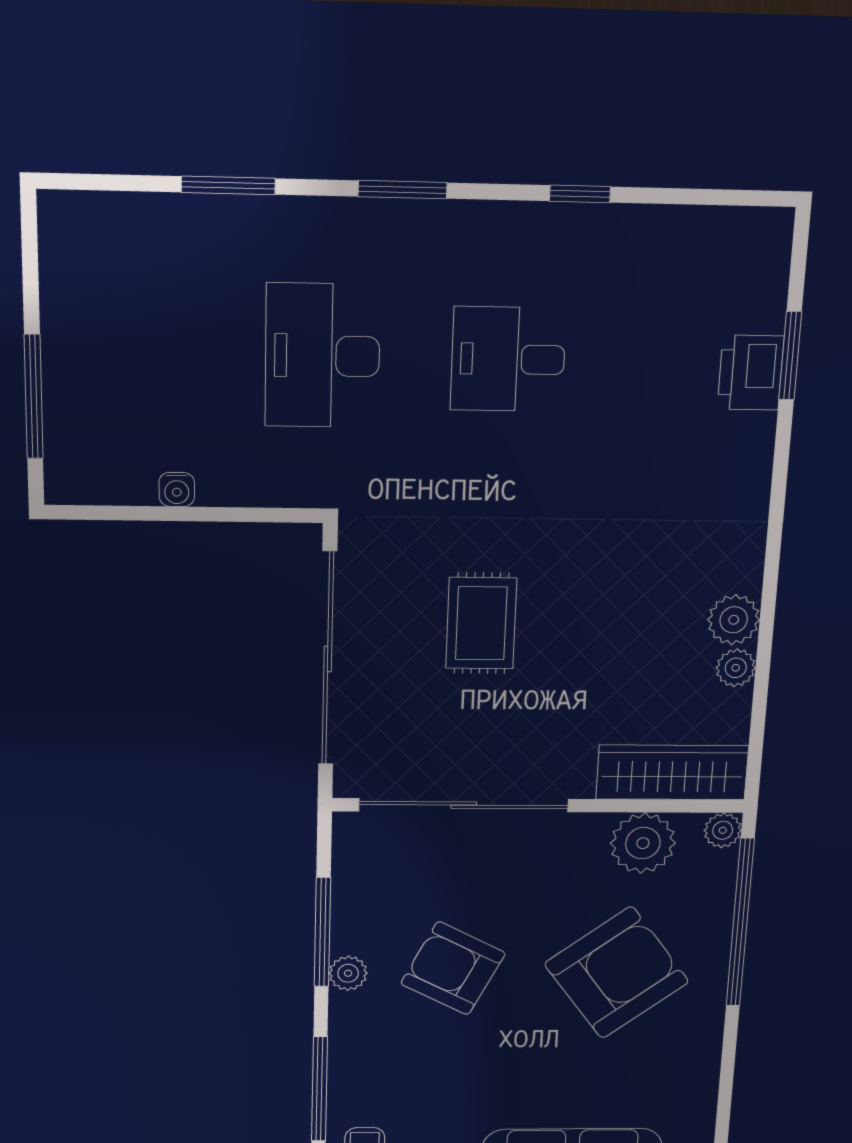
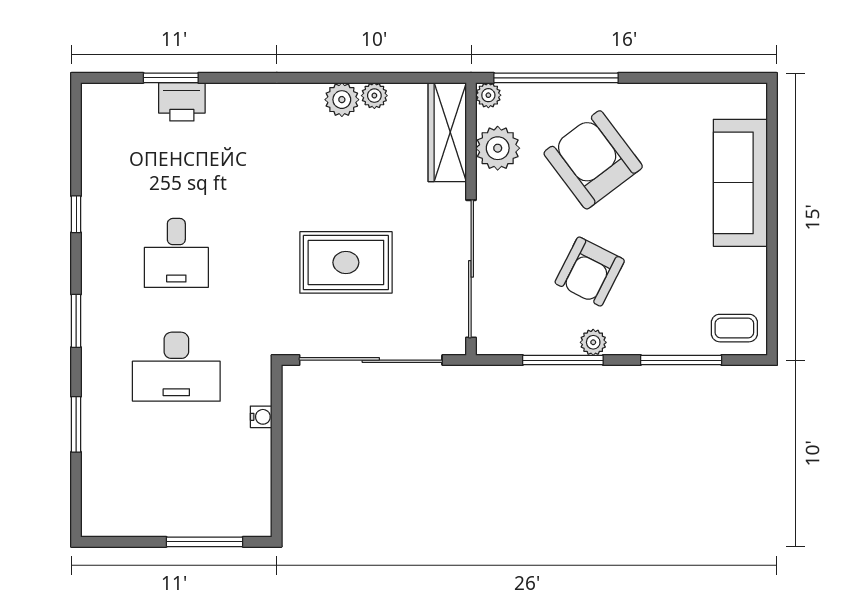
water cooler: (177, 489) -> (261, 417), moved
rug: (481, 623) -> (346, 262), width x1.36, depth x1.43

